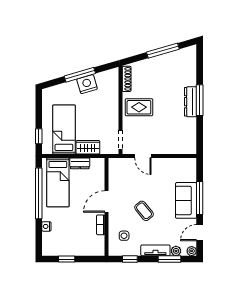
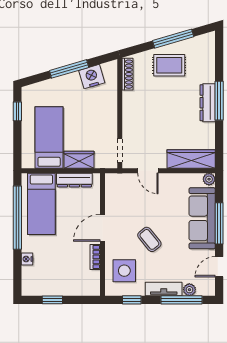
nightstand: (87, 84) -> (92, 77), moved
rug: (139, 107) -> (169, 65), moved
window: (39, 136) -> (17, 111), moved
wardrobe: (177, 147) -> (191, 159), added
dresser: (80, 163) -> (74, 180), width x1.44
sofa: (186, 200) -> (202, 218), width x1.36
side table: (124, 236) -> (124, 271), width x1.87, depth x1.87
plant: (192, 251) -> (209, 179), moved
window: (170, 259) -> (181, 300), width x1.44

